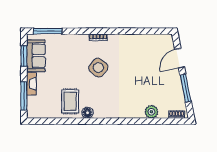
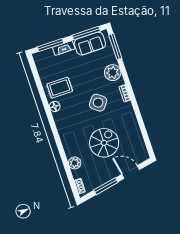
plant: (73, 43) -> (113, 73), added
window: (24, 56) -> (86, 33), width x1.44
spiral stairs: (141, 75) -> (104, 143), added

